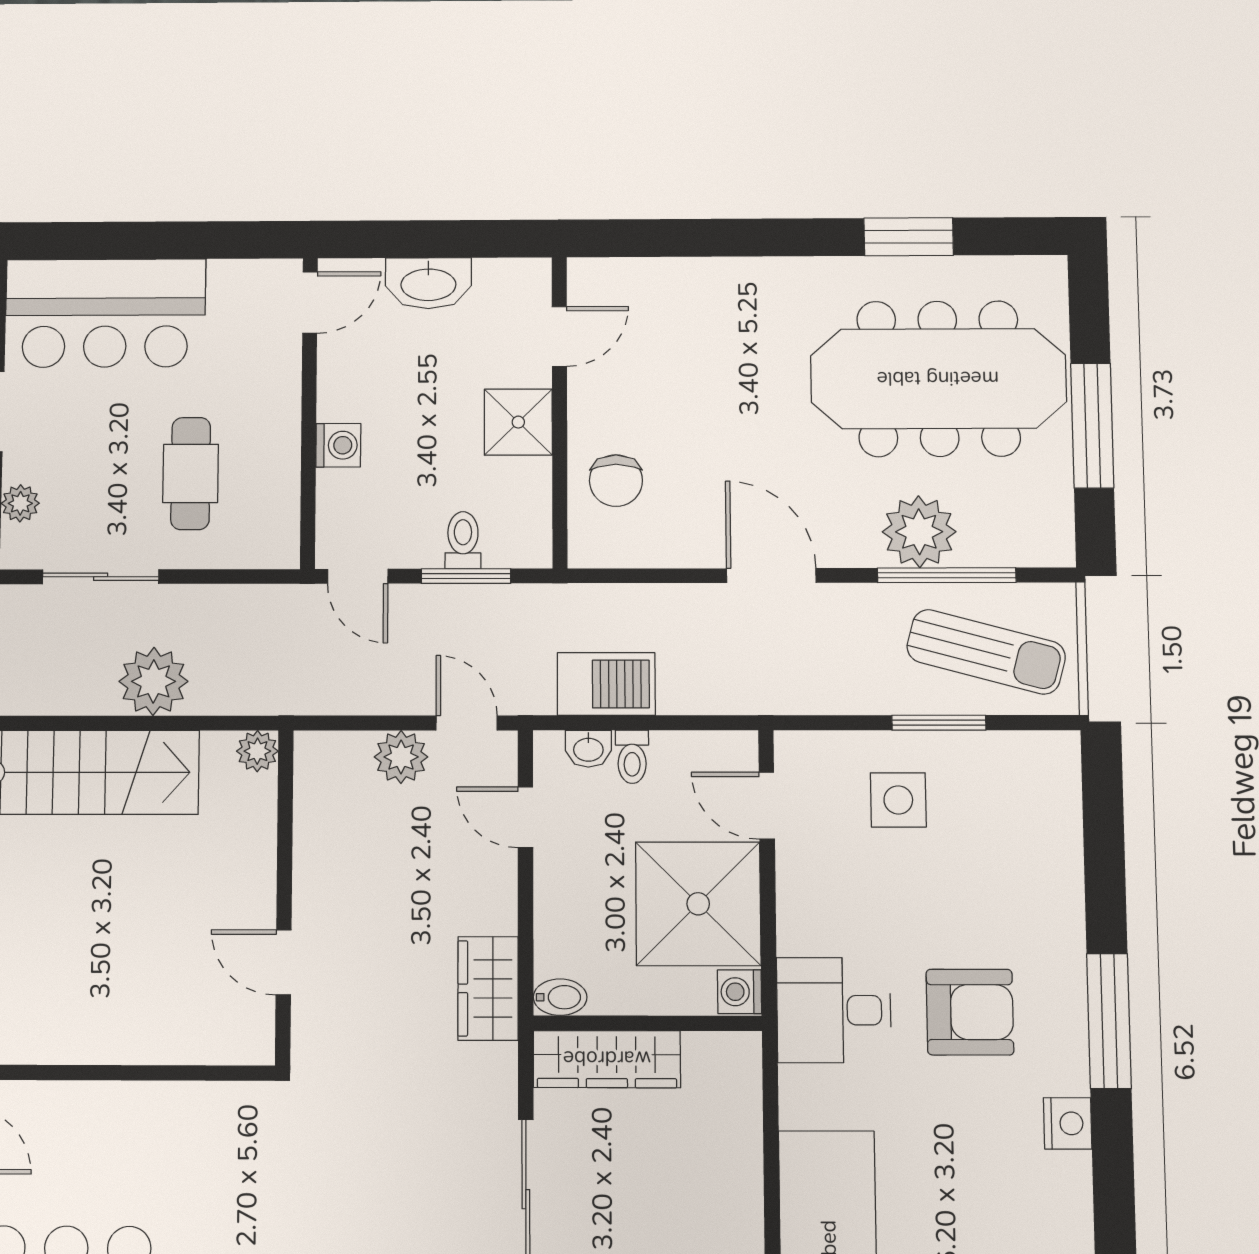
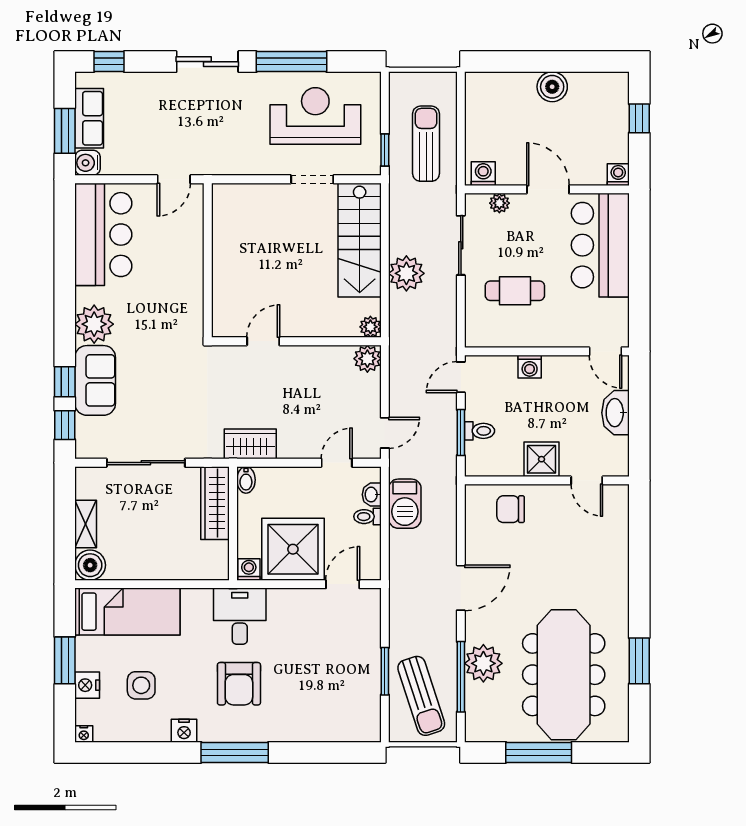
sun lounger: (986, 652) -> (421, 696), turned -33
plant: (401, 757) -> (367, 359), moved
side table: (898, 800) -> (141, 685), moved

